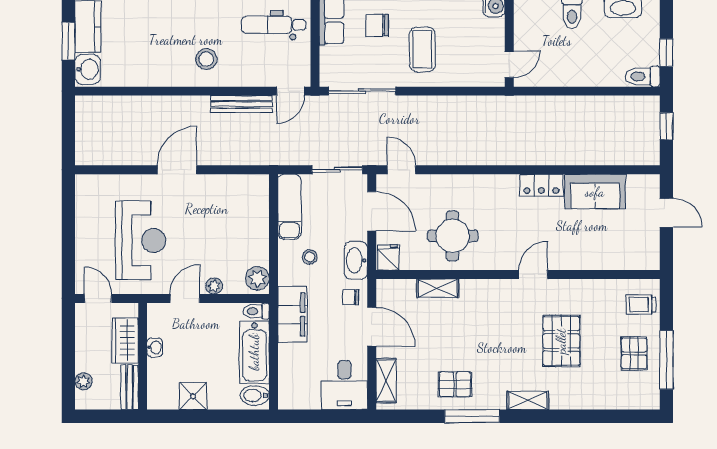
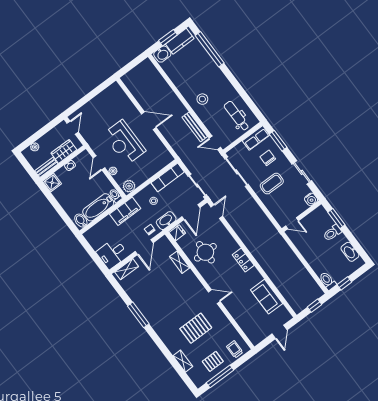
locker: (541, 185) -> (243, 260), moved
reception desk: (141, 240) -> (124, 142), moved, turned 90
door: (185, 298) -> (99, 163), swing flipped
pallet: (455, 384) -> (146, 298), removed
shower: (193, 396) -> (52, 183), moved
shelving: (528, 400) -> (183, 361), moved

